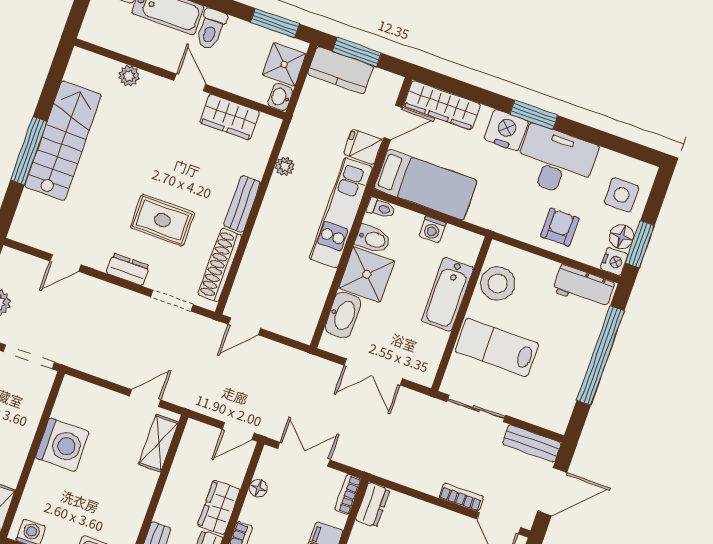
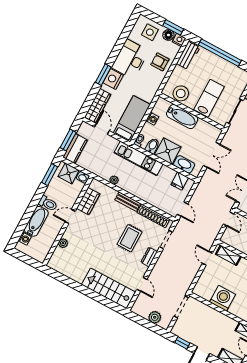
window: (534, 115) -> (103, 75), moved
stairs: (63, 141) -> (108, 288), moved
fridge: (363, 147) -> (180, 181), moved
window: (29, 151) -> (89, 293), removed
lab bench: (497, 347) -> (209, 98), turned 180

